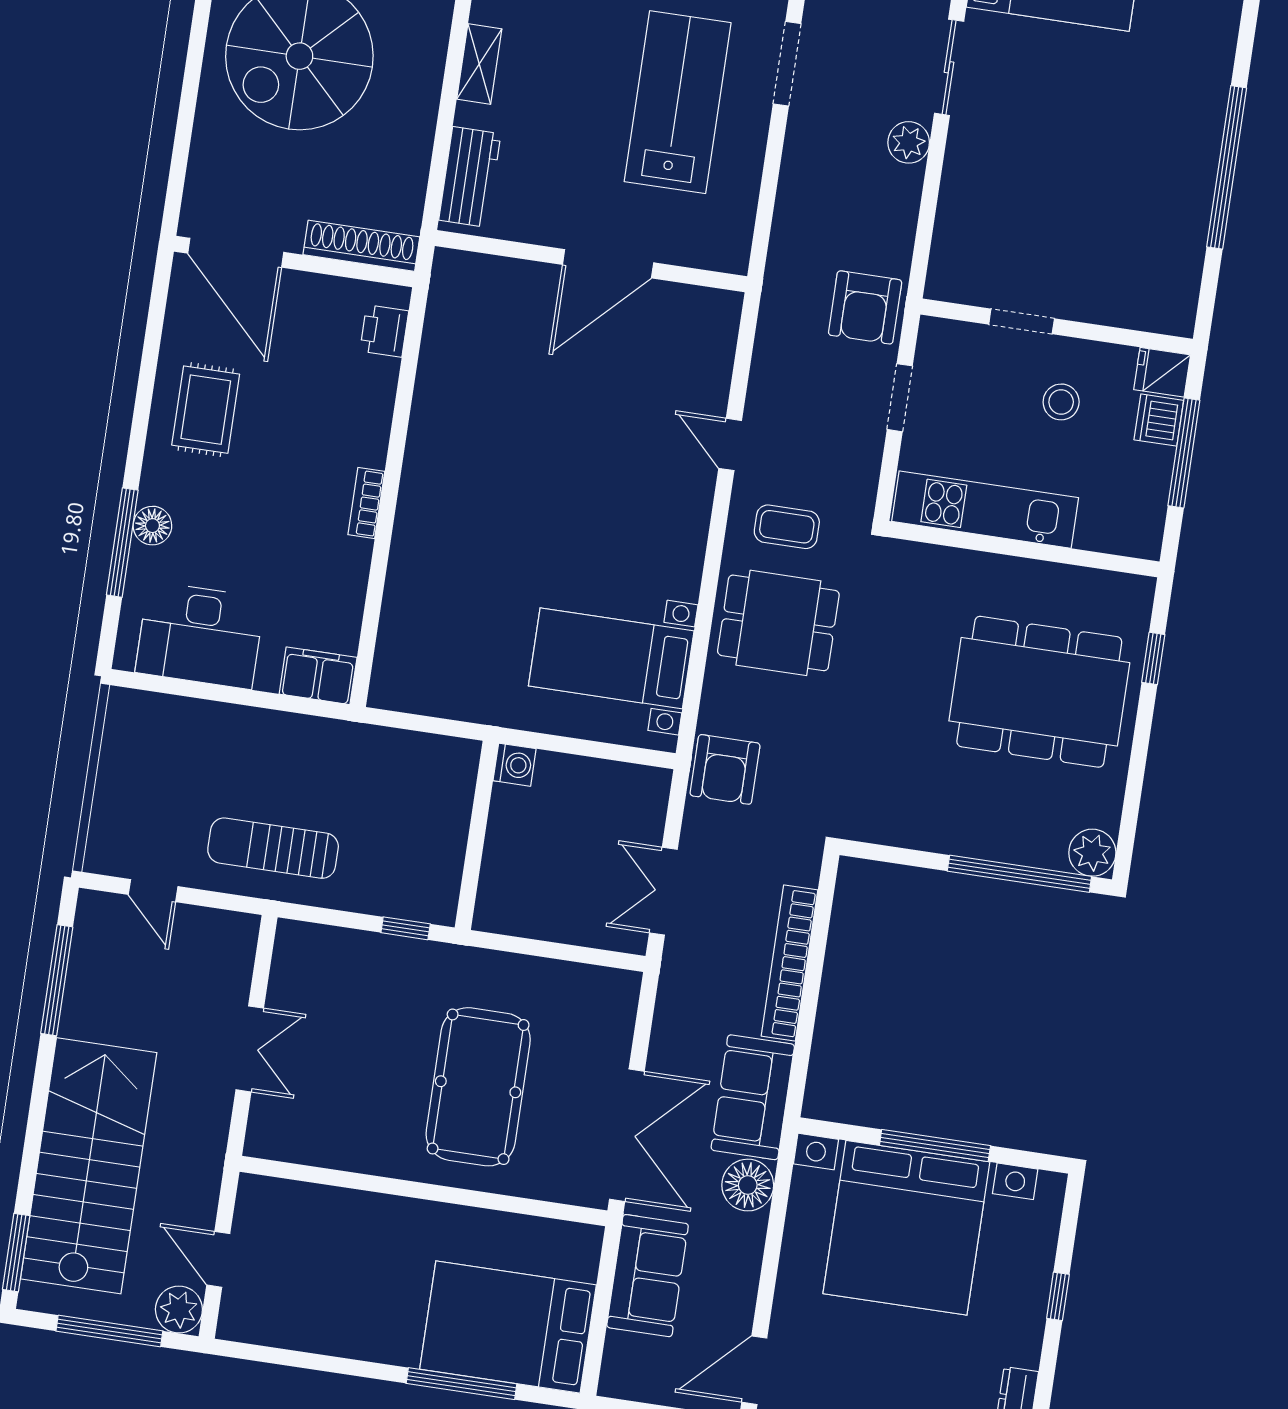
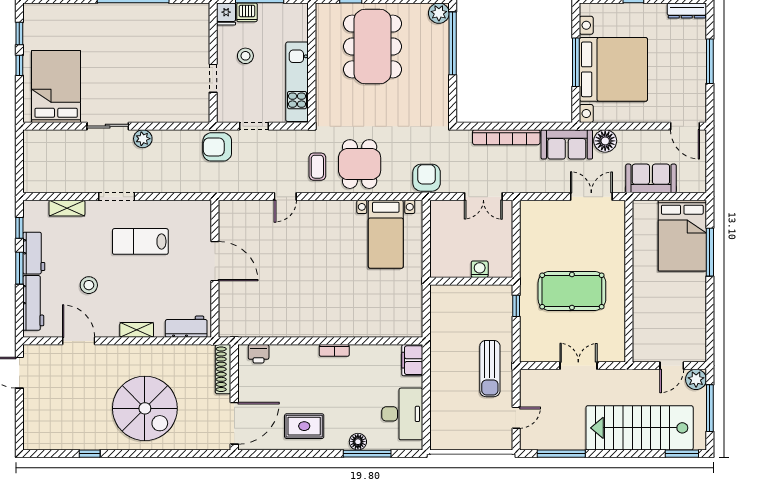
lab bench: (678, 102) -> (140, 241), width x0.73, depth x0.72
armchair: (865, 307) -> (217, 147), turned 180
washing machine: (515, 765) -> (480, 269), moved
armchair: (725, 769) -> (427, 178), turned -90
pool table: (478, 1087) -> (572, 291), moved
double door: (627, 1135) -> (591, 197), width x0.73

